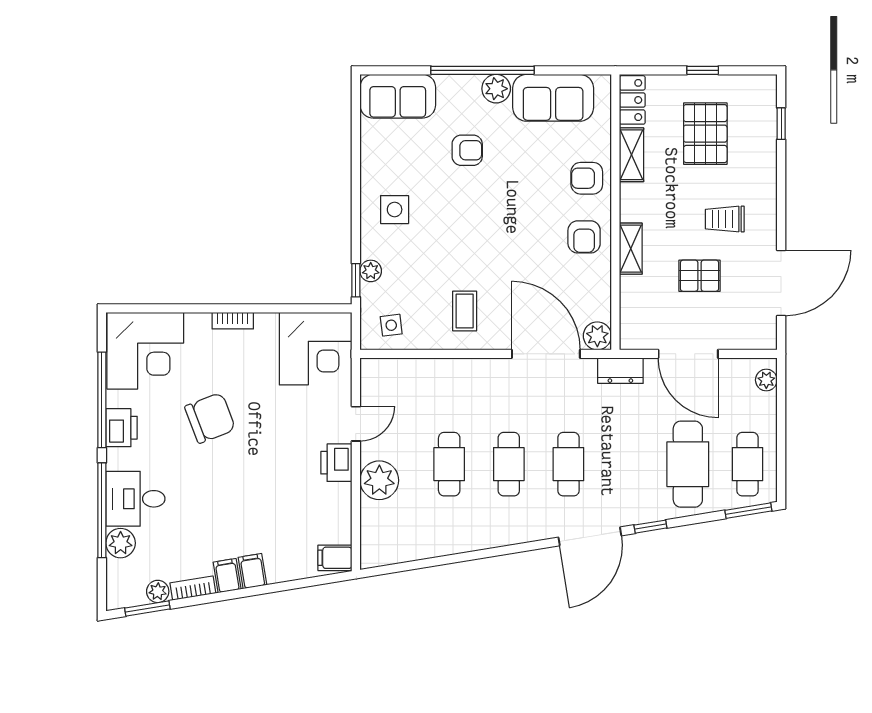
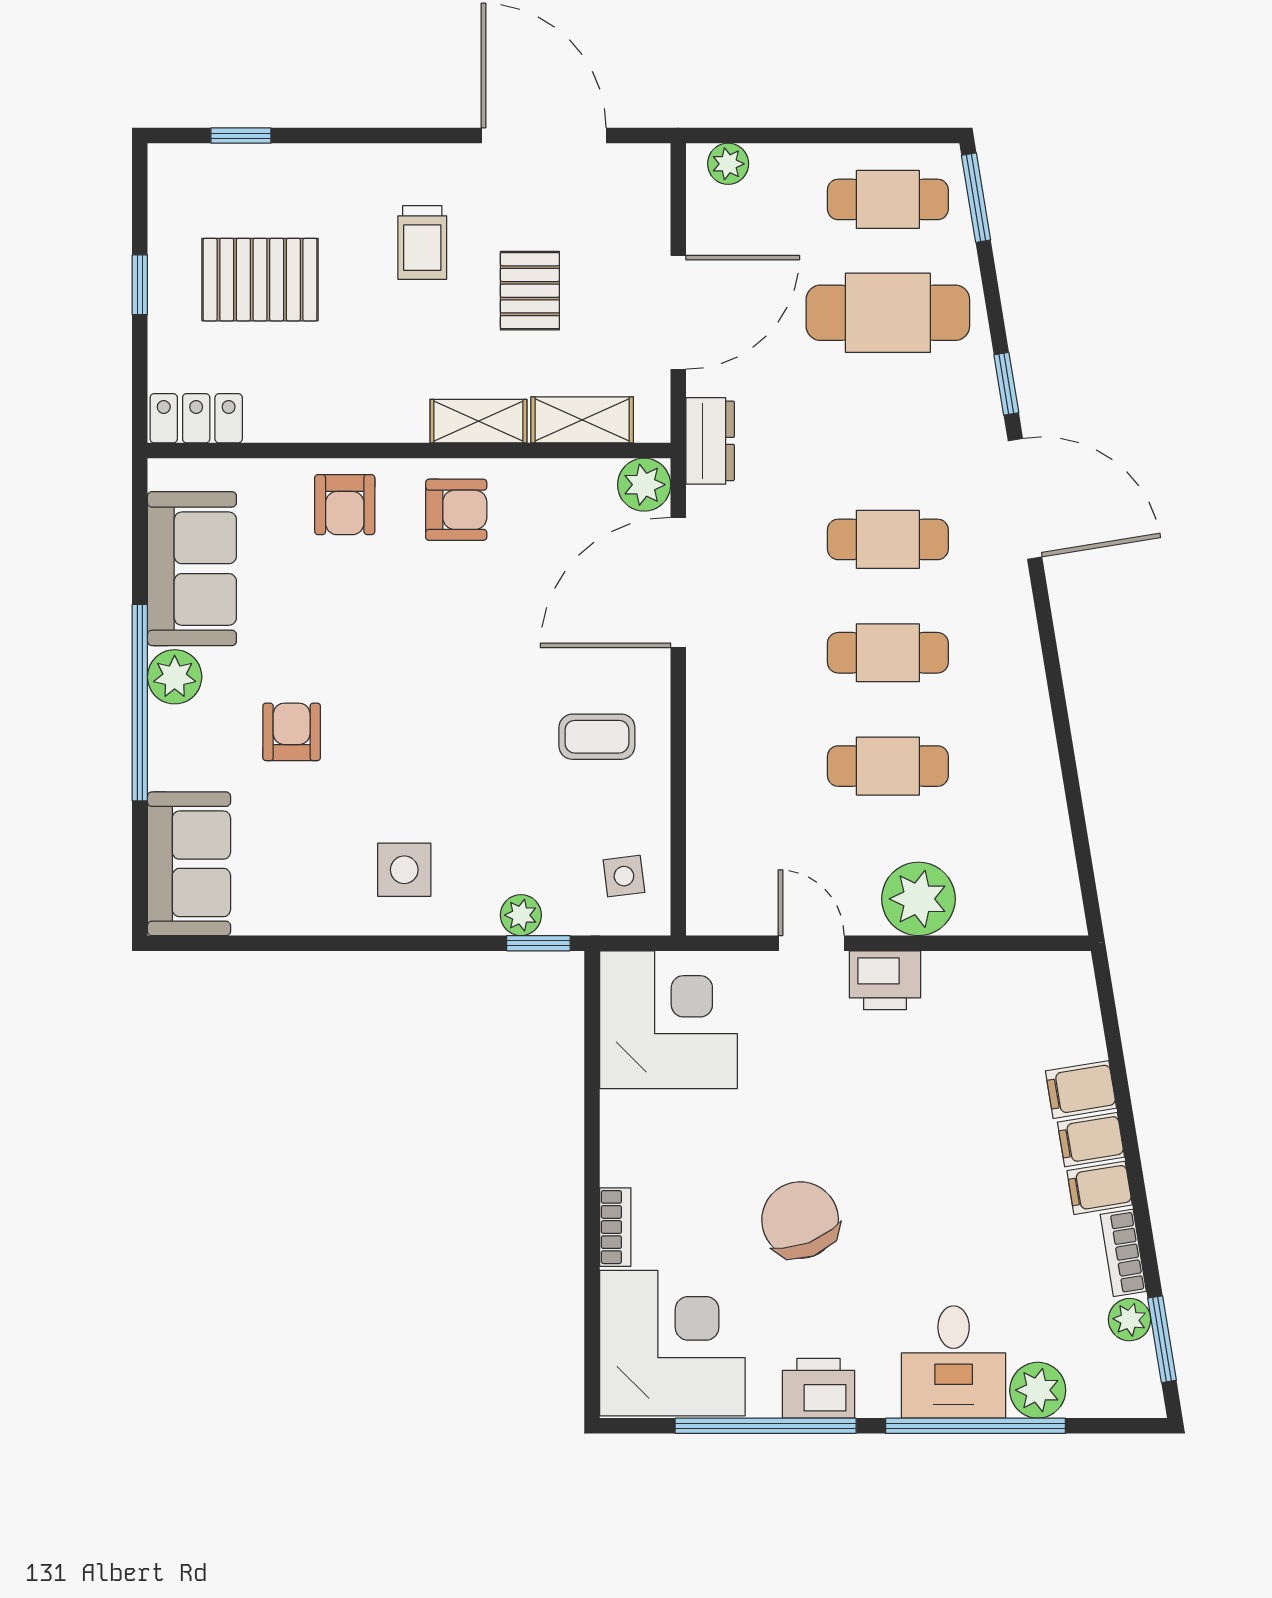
shelving: (631, 155) -> (582, 420), moved
bookcase: (233, 321) -> (615, 1227), moved
filing cabinet: (335, 558) -> (1081, 1090), moved, turned 81

